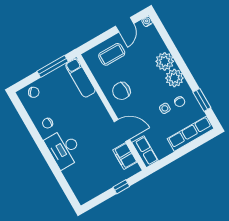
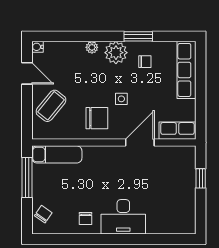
coffee table: (112, 54) -> (51, 106), turned 39
plant: (165, 61) -> (92, 47), width x0.53, depth x0.53
chair: (121, 91) -> (97, 118), turned -90
window: (202, 100) -> (138, 36), moved
side table: (165, 108) -> (121, 99), moved
filing cabinet: (125, 156) -> (170, 155), removed

